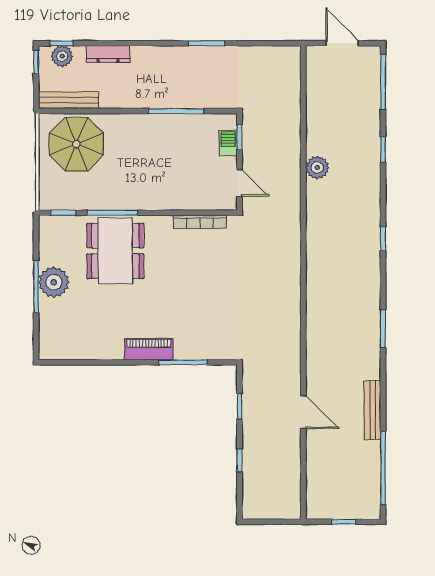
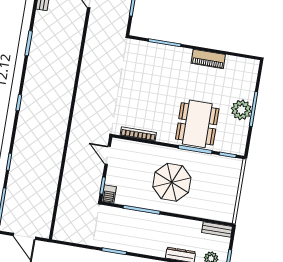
bench: (68, 100) -> (217, 230), width x0.73
barbecue: (228, 143) -> (109, 194), moved
parasol: (76, 144) -> (172, 182), moved
plant: (317, 167) -> (55, 157), removed
piano: (149, 349) -> (208, 59), moved

